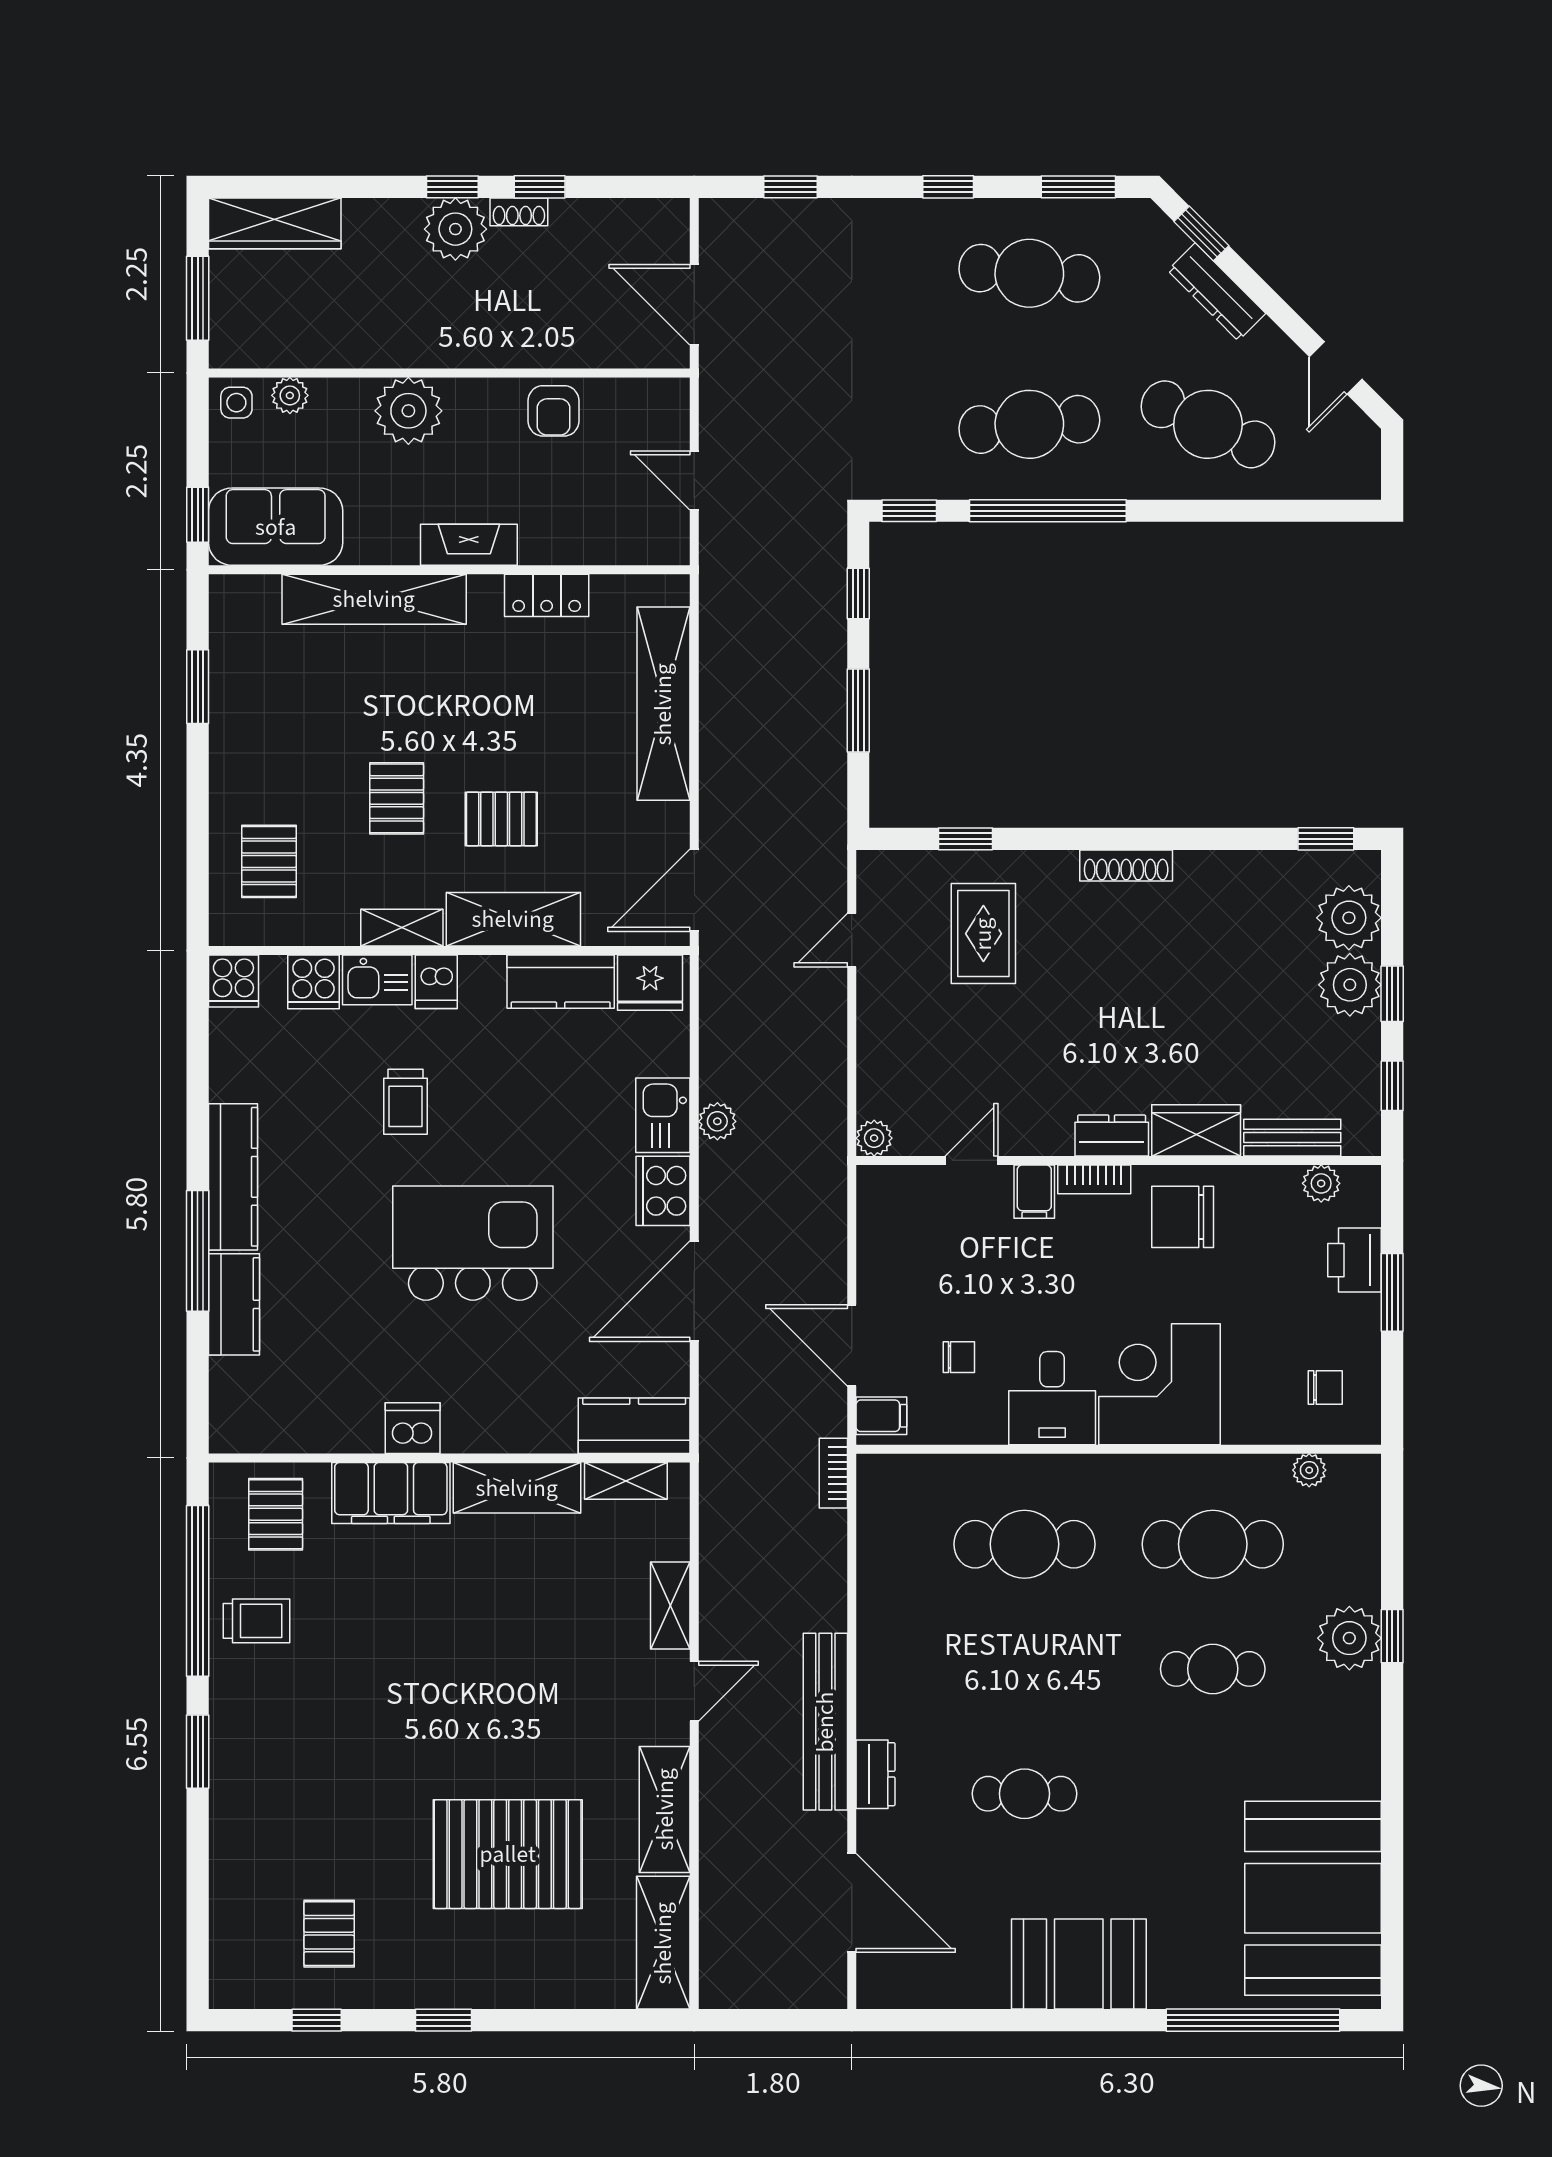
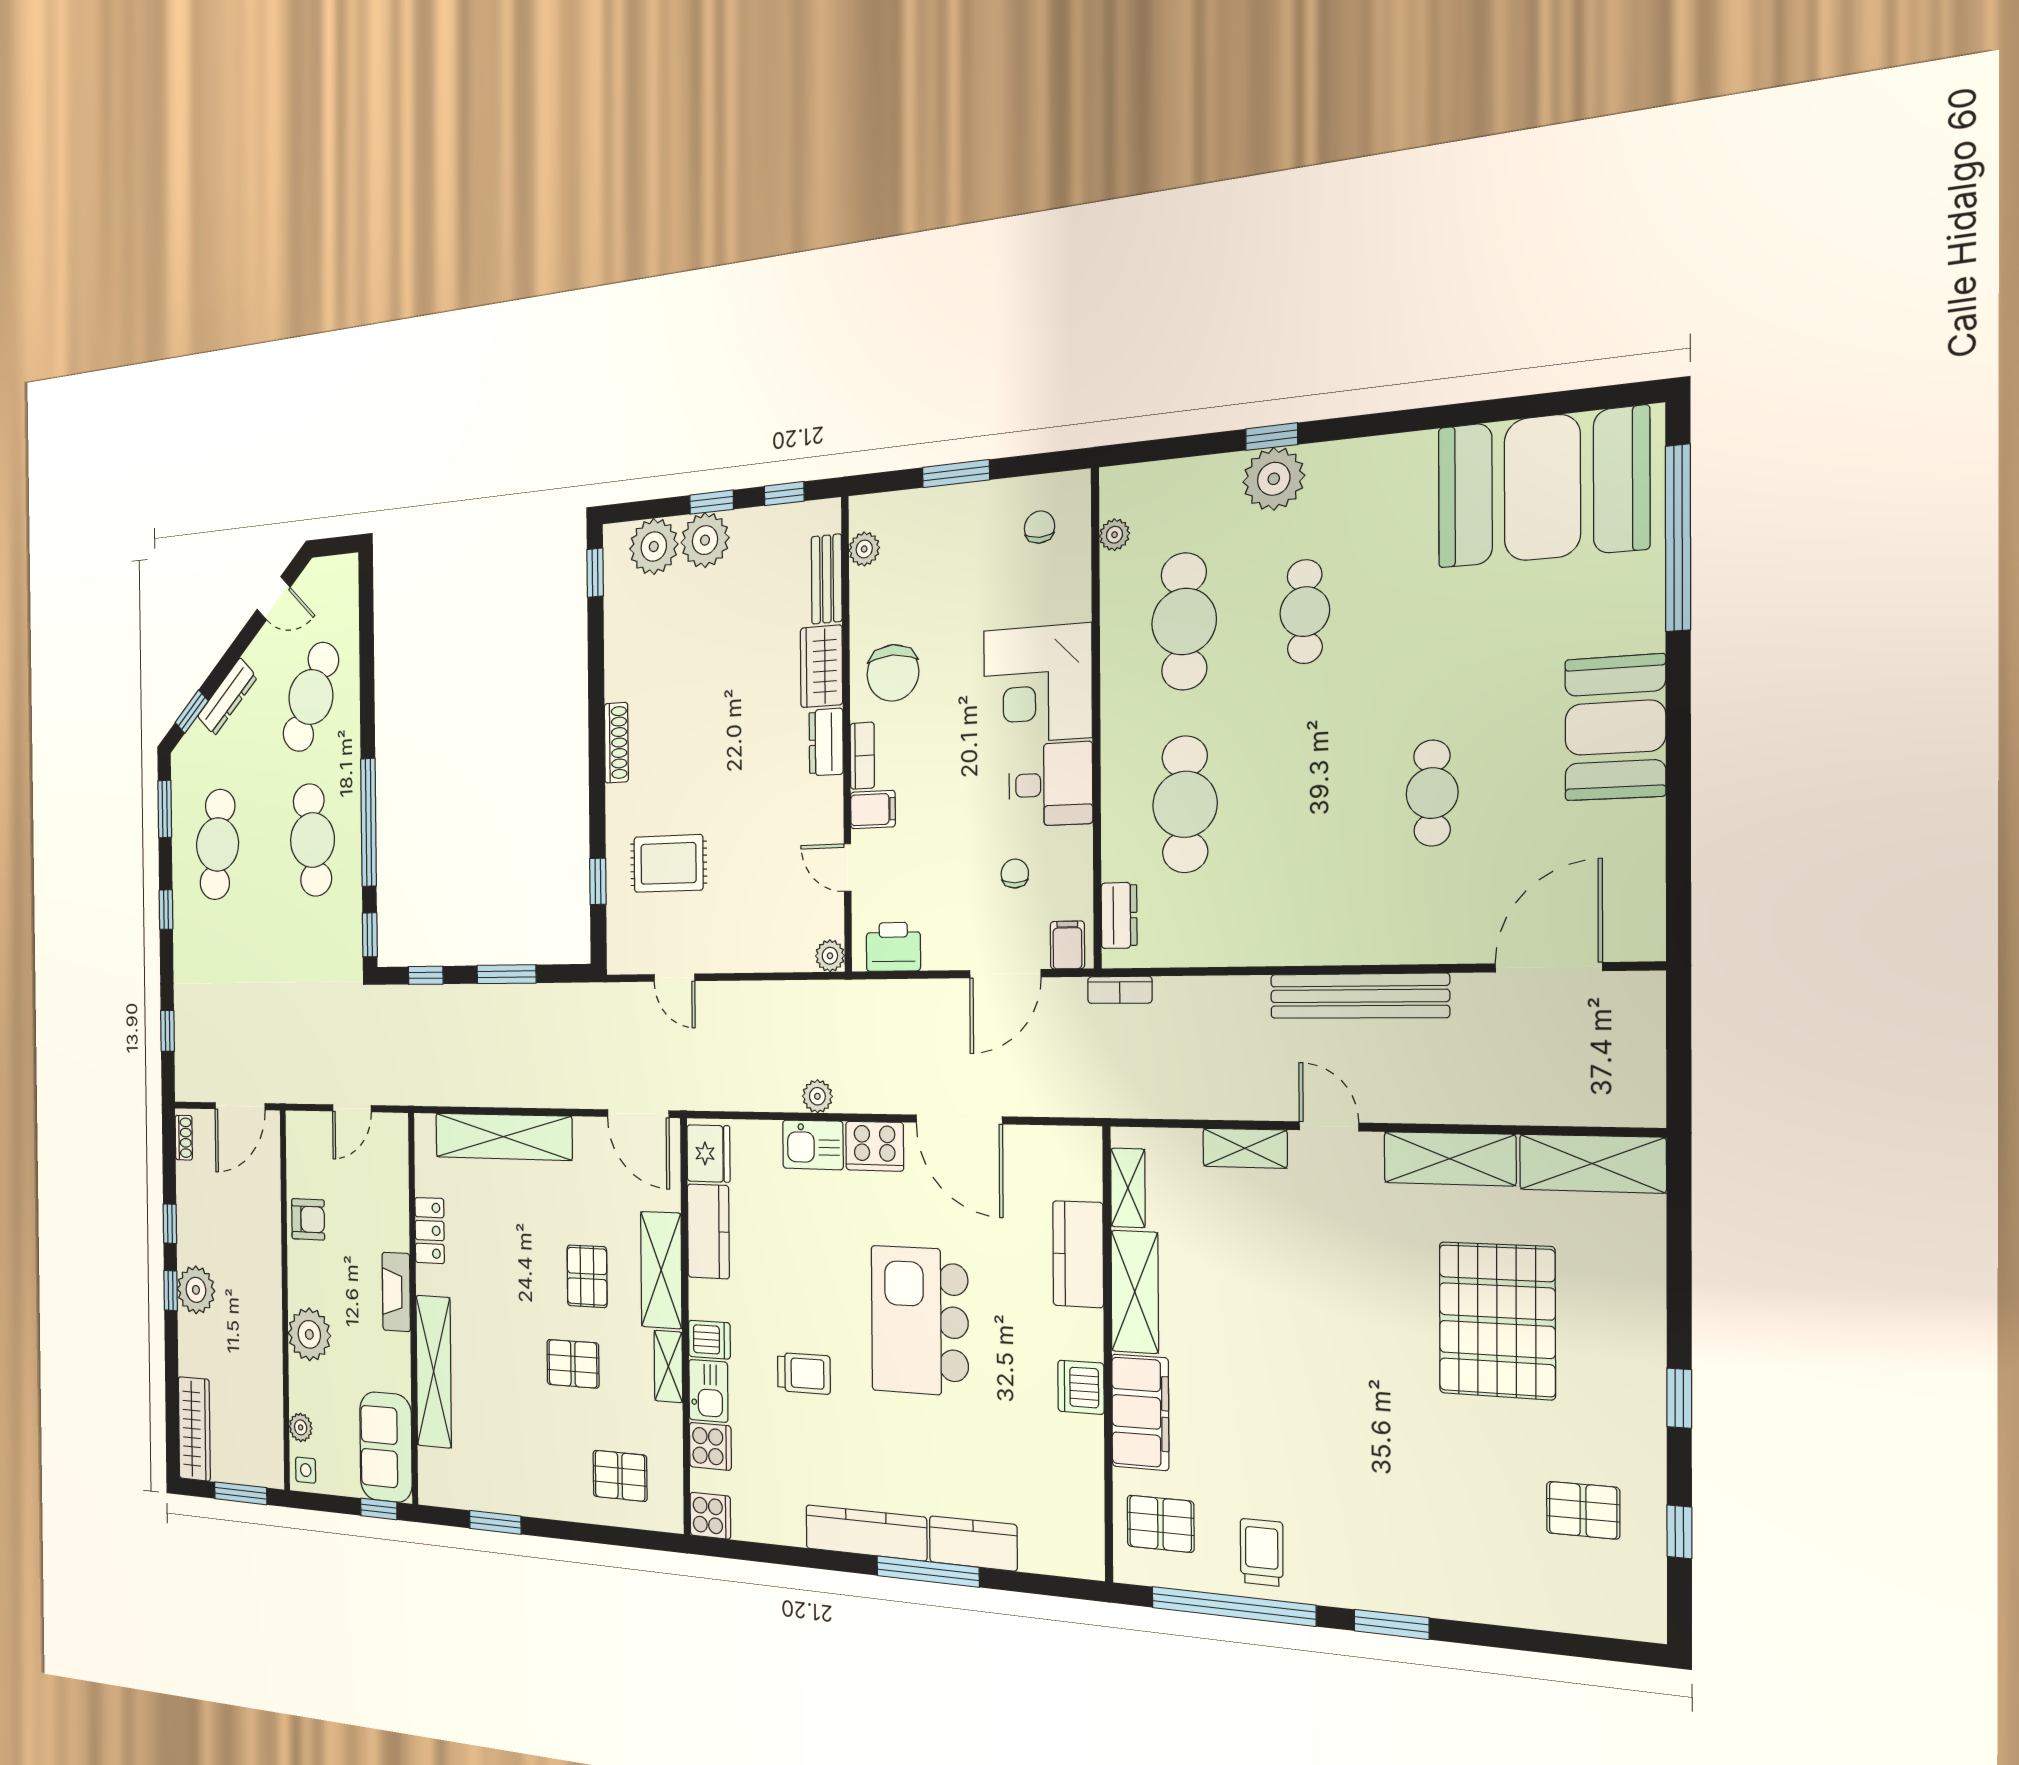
shoe rack: (519, 212) -> (184, 1138), moved
printer: (1355, 1260) -> (893, 947), moved, turned 180
kitchen counter: (634, 1426) -> (1078, 1254), moved
dresser: (875, 1774) -> (1119, 915), moved, turned 90

